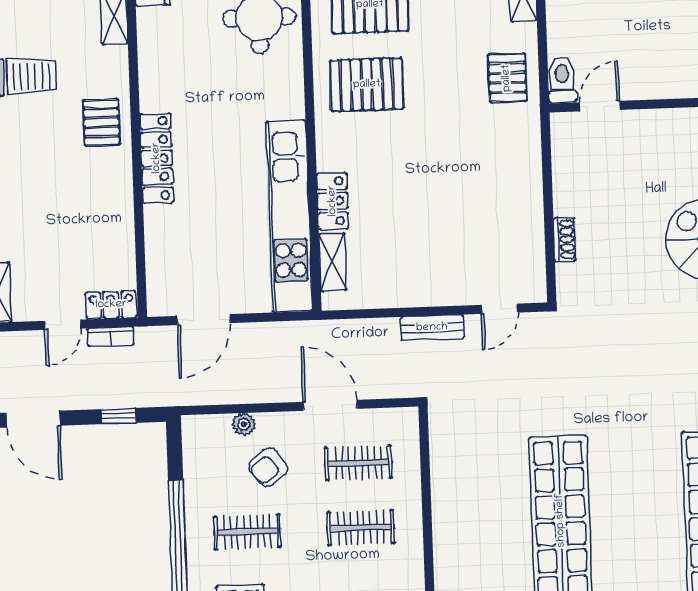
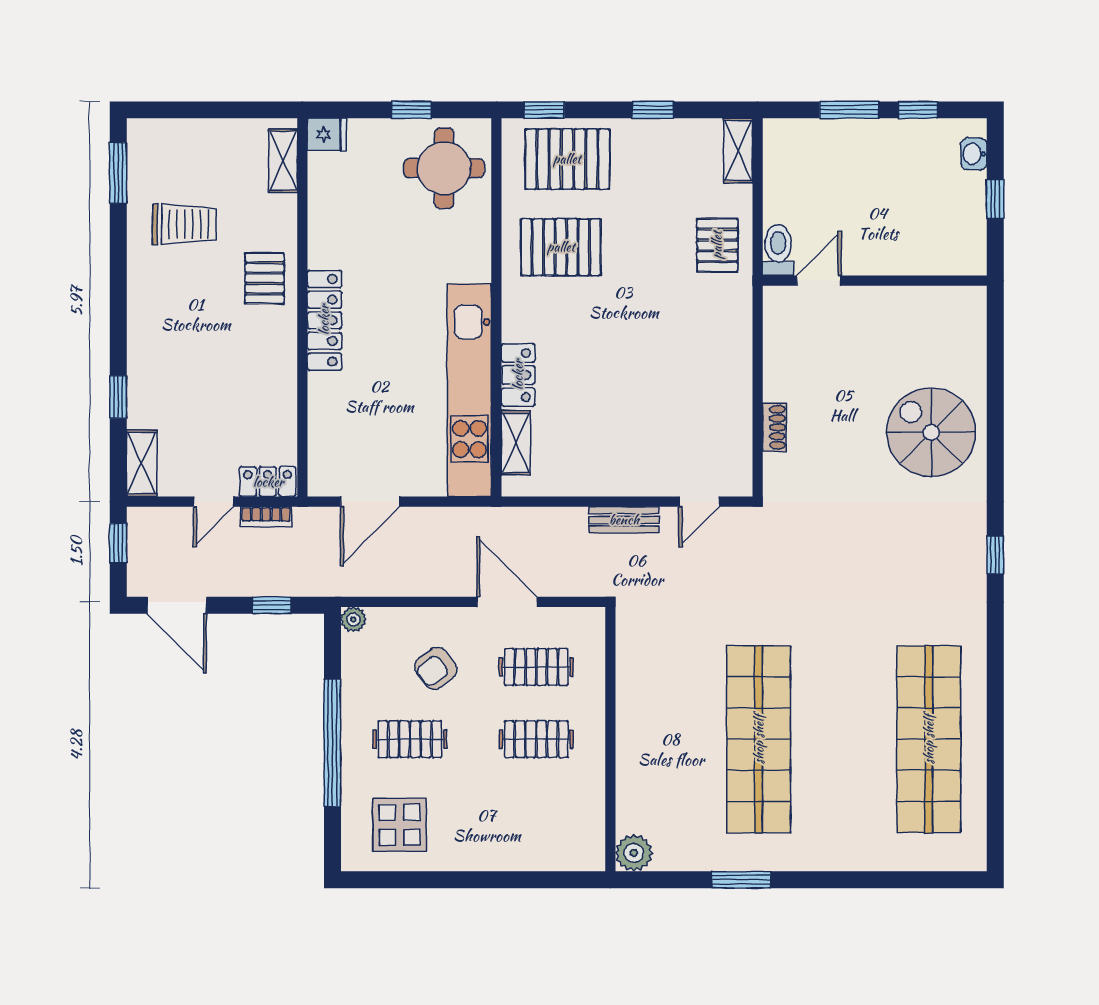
plant: (244, 424) -> (353, 619), moved

